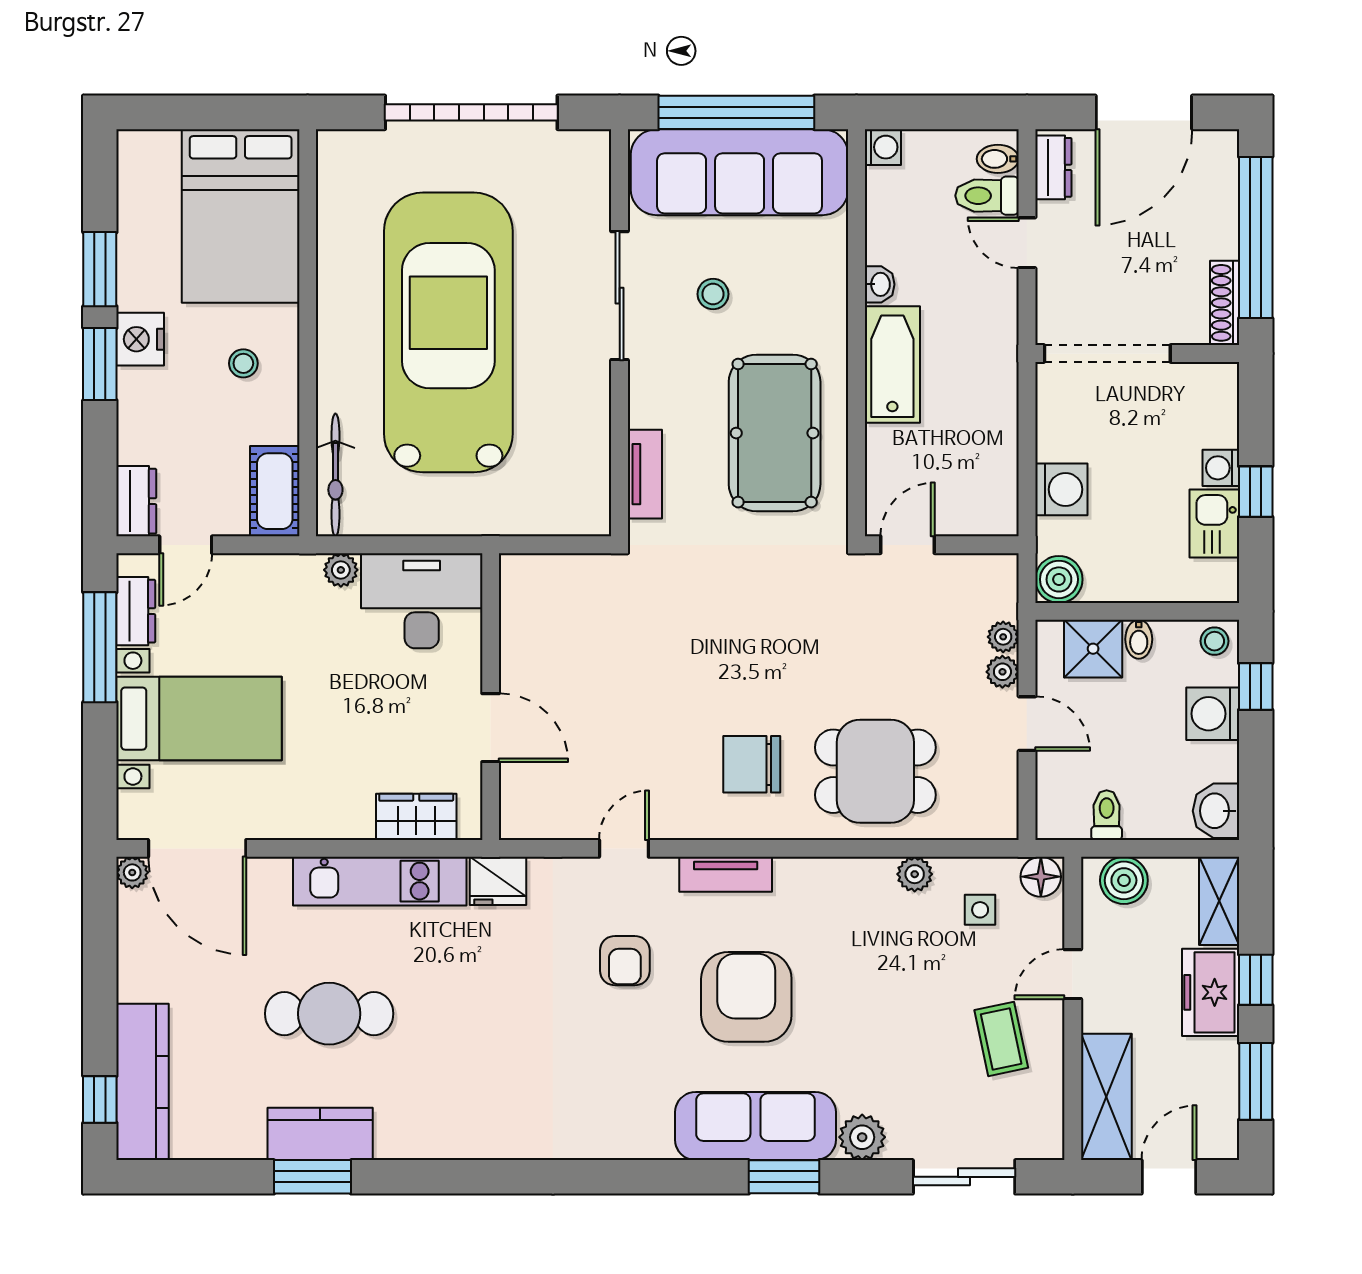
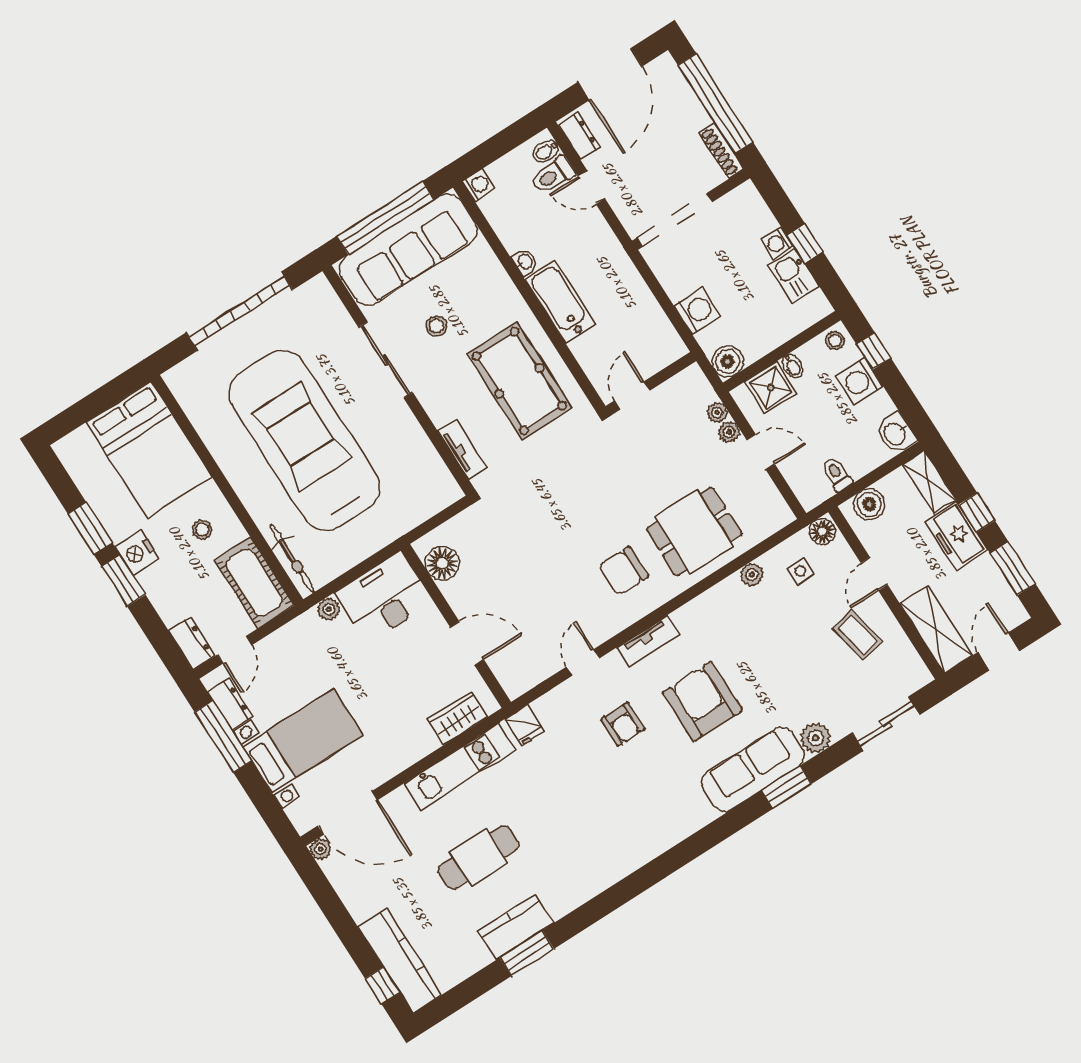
cot: (275, 491) -> (254, 583), width x1.37, depth x1.34
floor lamp: (525, 604) -> (442, 563), added
fridge: (498, 881) -> (525, 725), width x0.72

